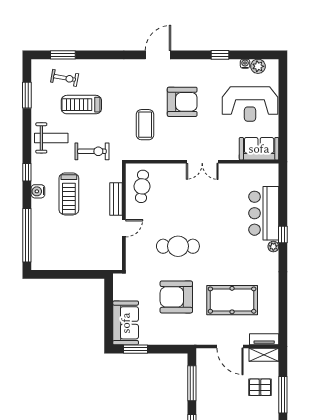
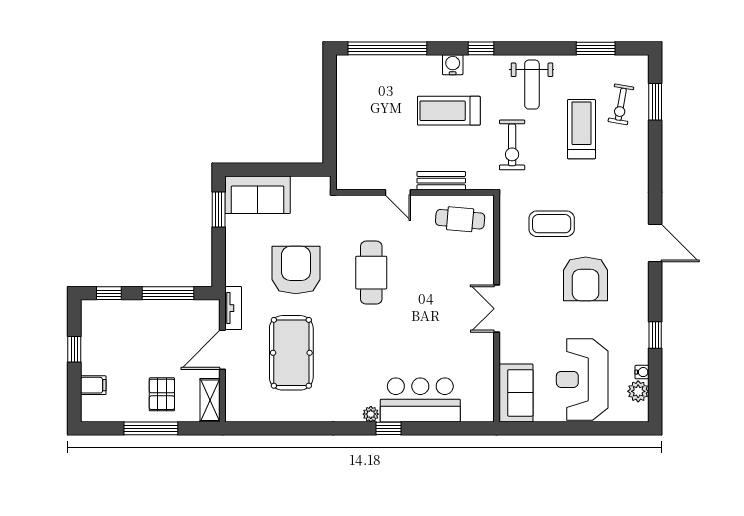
tv unit: (264, 339) -> (233, 308), moved

